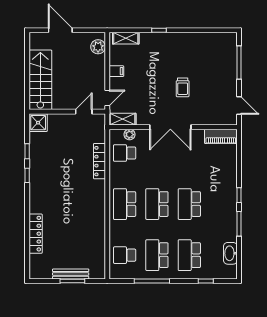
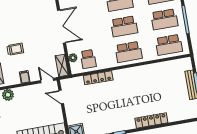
trolley: (183, 87) -> (15, 49), moved
locker: (36, 234) -> (151, 120), moved
school desk: (125, 255) -> (169, 45), width x1.85

